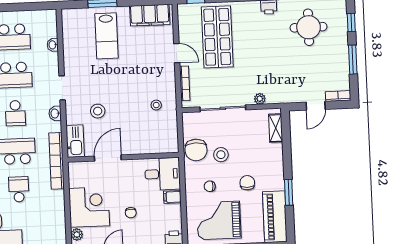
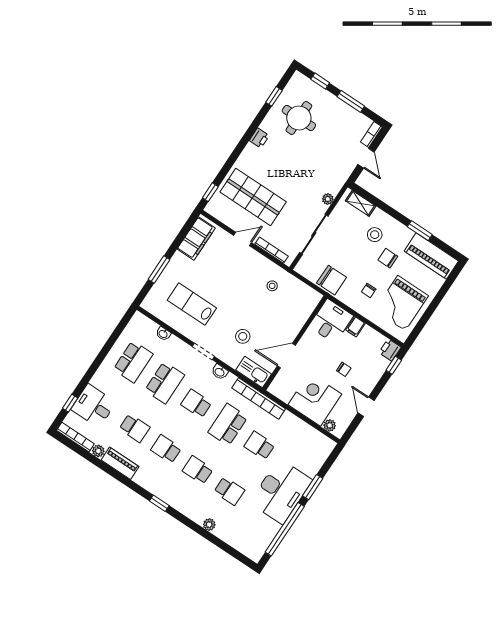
lab bench: (107, 36) -> (192, 304), moved, turned 180
school desk: (15, 113) -> (196, 404), turned 180
stool: (221, 155) -> (375, 235), moved
door: (108, 158) -> (286, 356), hinge flipped

